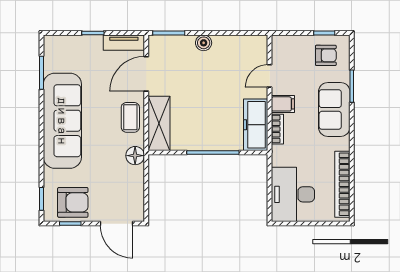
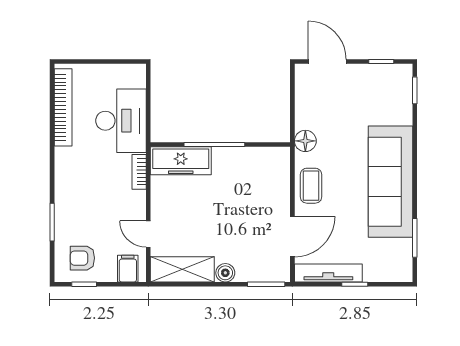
tv unit: (124, 43) -> (328, 273), width x1.41
door: (270, 76) -> (148, 234), swing flipped
filing cabinet: (283, 104) -> (128, 269), moved, turned 90
sofa: (334, 109) -> (73, 195), removed
shelving: (159, 123) -> (182, 269), moved, turned 90
freezer: (256, 125) -> (181, 161), moved, turned 90
desk: (293, 194) -> (121, 121), moved
armchair: (73, 202) -> (378, 86), removed

